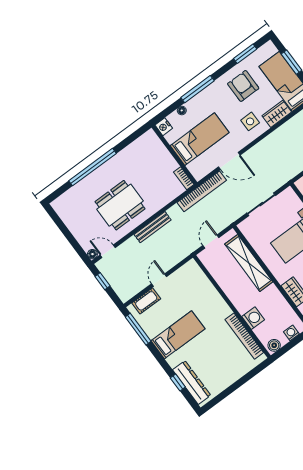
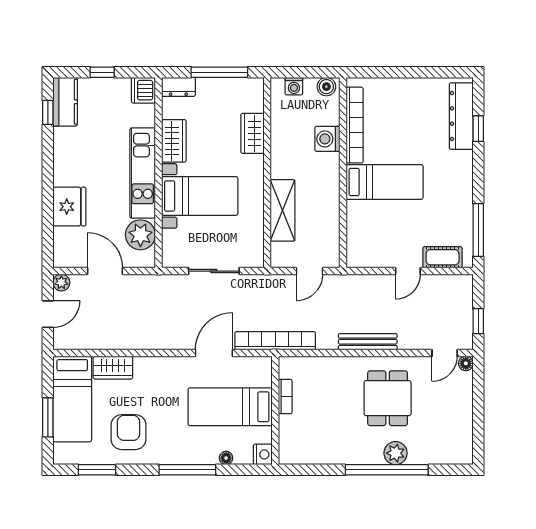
armchair: (243, 86) -> (129, 432), turned 180
side table: (250, 121) -> (152, 382), removed
door: (229, 161) -> (214, 353), hinge flipped
bookcase: (184, 178) -> (285, 397), moved
plant: (94, 179) -> (396, 453), added
dining table: (120, 205) -> (388, 398), width x0.73
door: (108, 251) -> (445, 353), hinge flipped
shelving: (249, 263) -> (282, 210), width x0.68
bed: (178, 335) -> (385, 182), moved, turned 180

